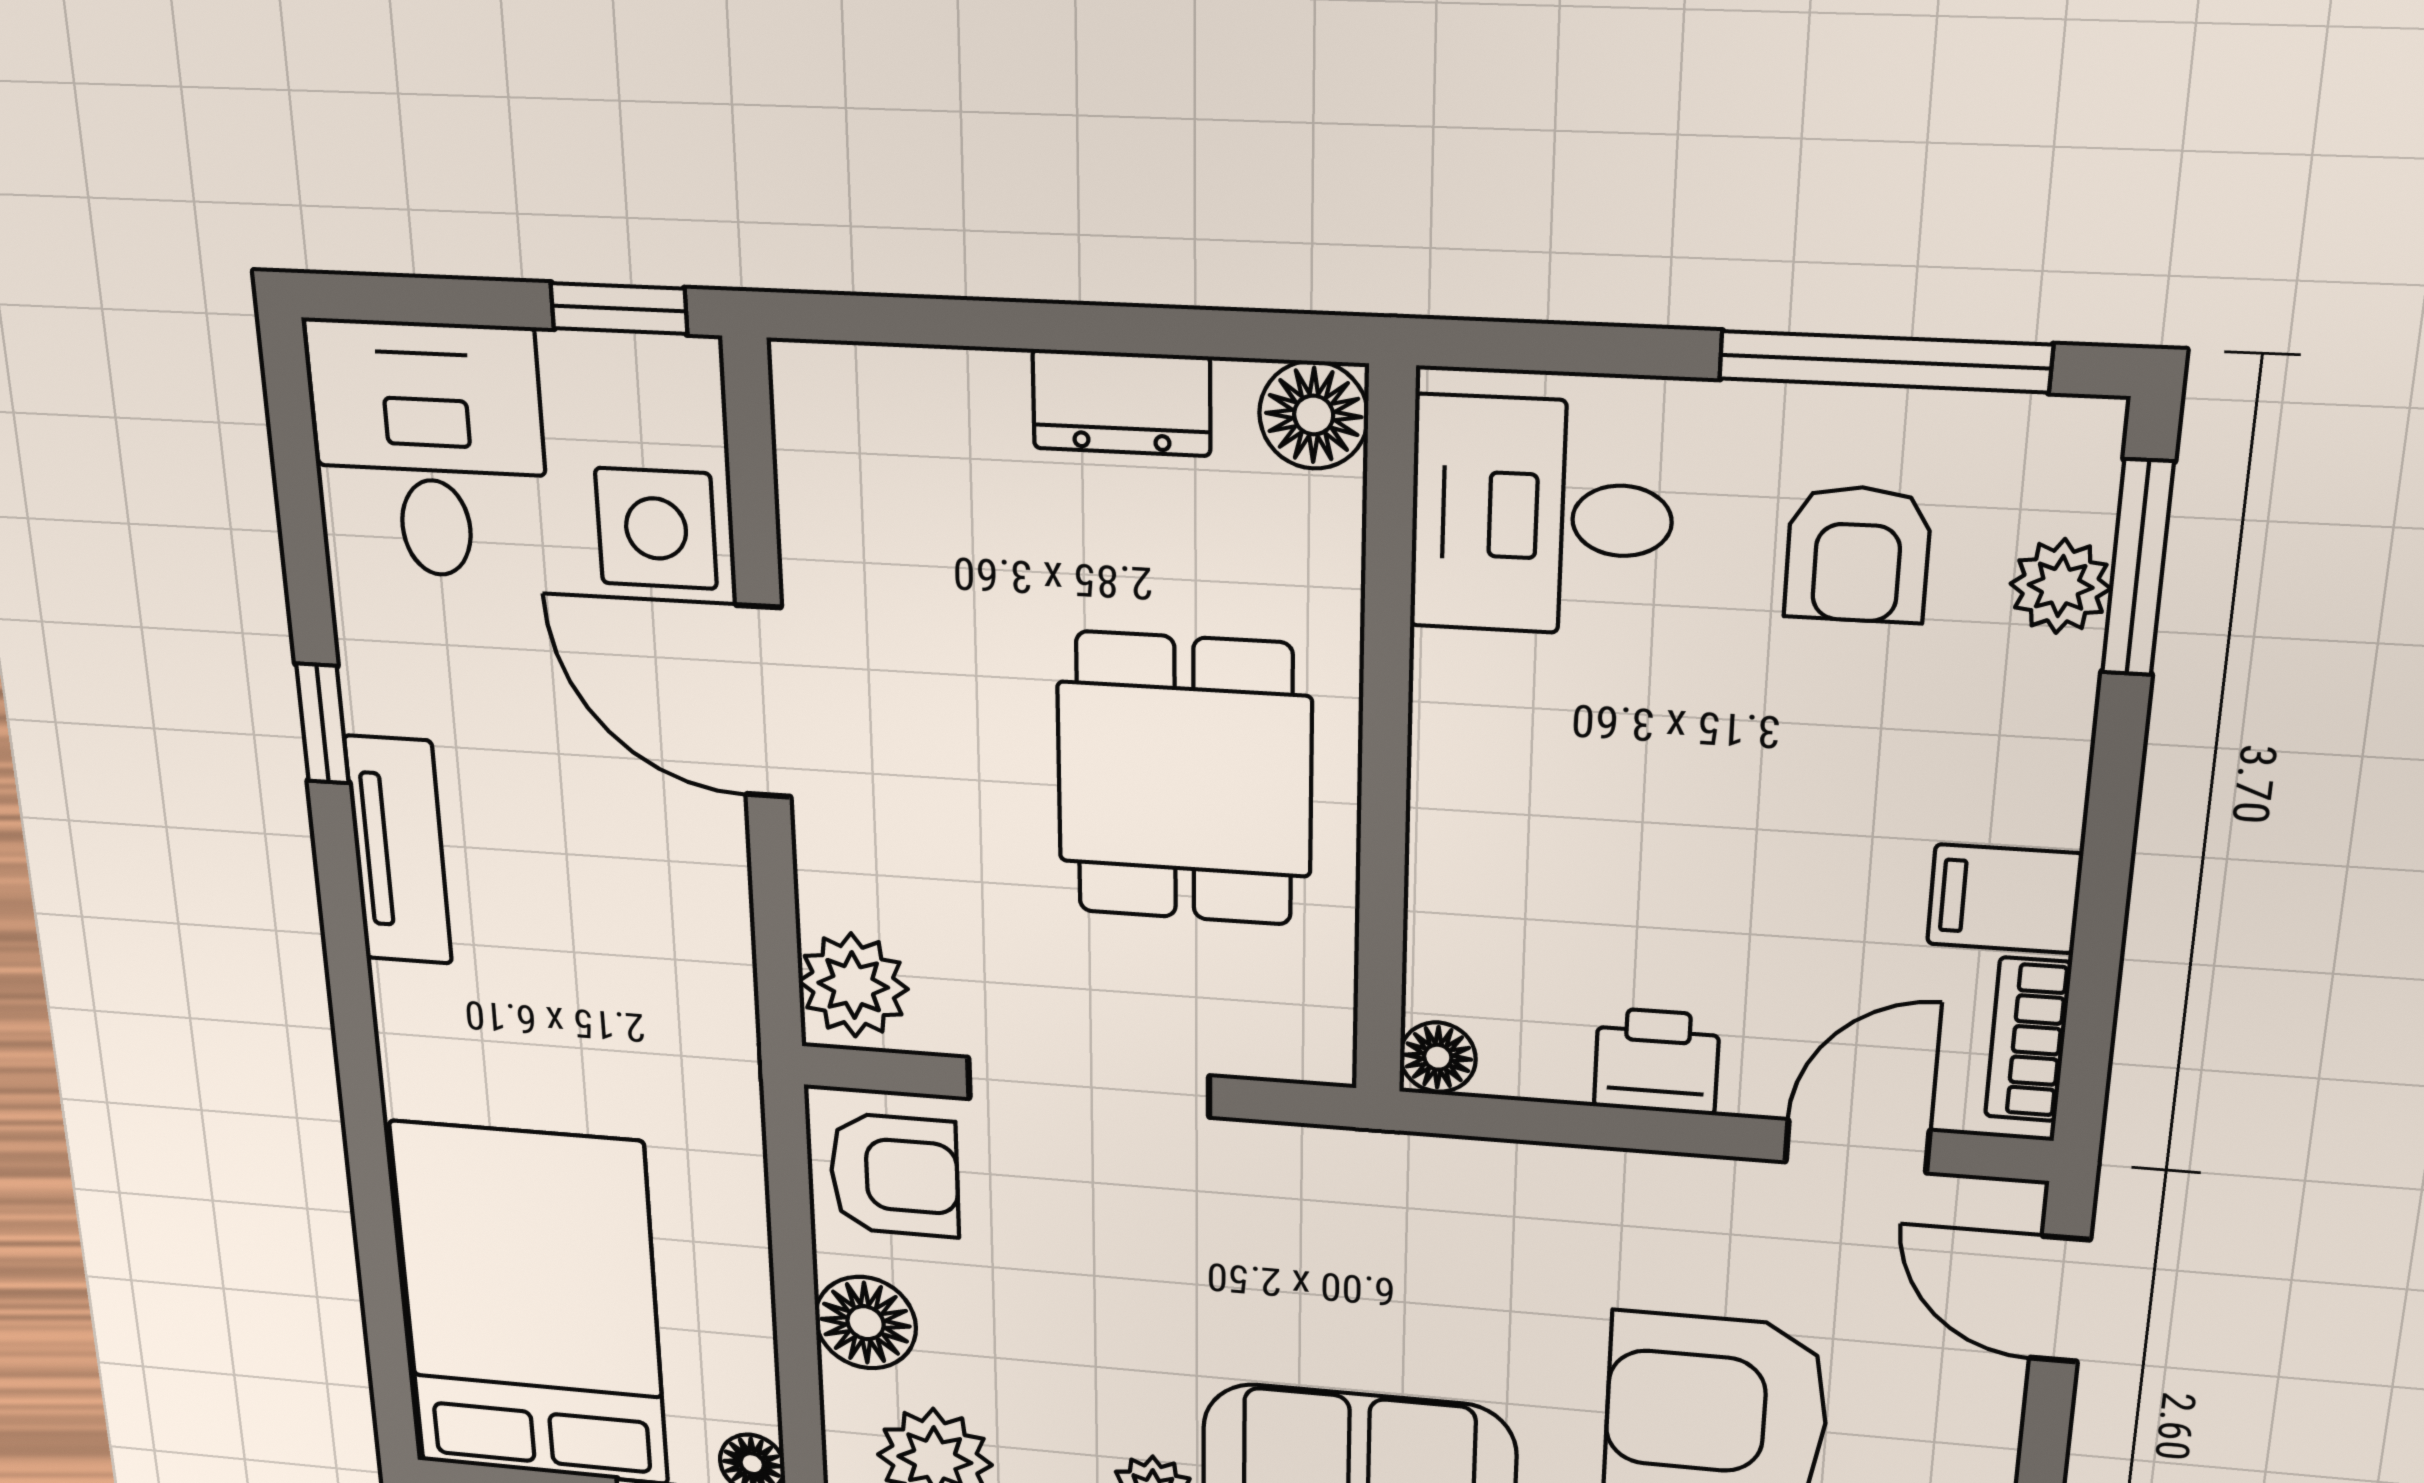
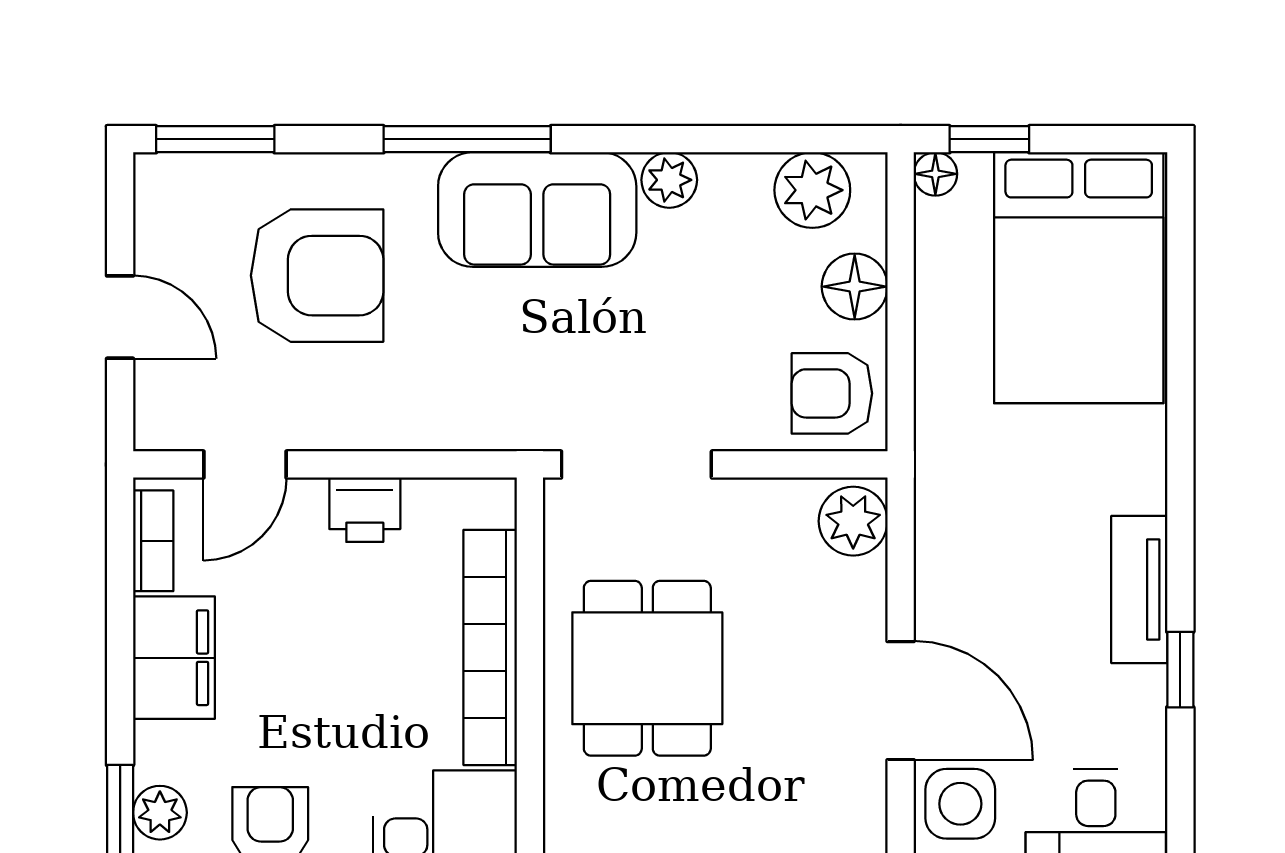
bookcase: (1451, 830) -> (490, 647), added
filing cabinet: (2005, 899) -> (174, 658), width x2.00
floor lamp: (1438, 1057) -> (494, 502), removed
doorway: (1088, 1087) -> (636, 464), moved
door: (2060, 1299) -> (120, 317), moved

